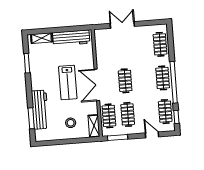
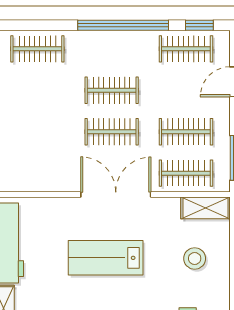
clothes rail: (163, 78) -> (112, 90), moved
lab bench: (68, 82) -> (106, 258), turned 180
double door: (97, 85) -> (116, 194), swing flipped

